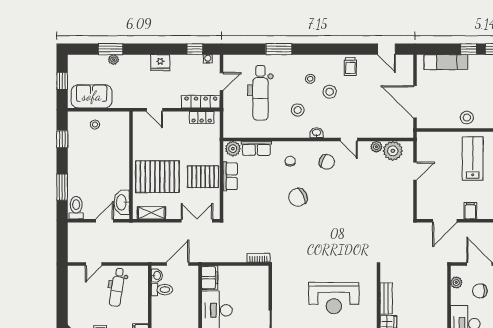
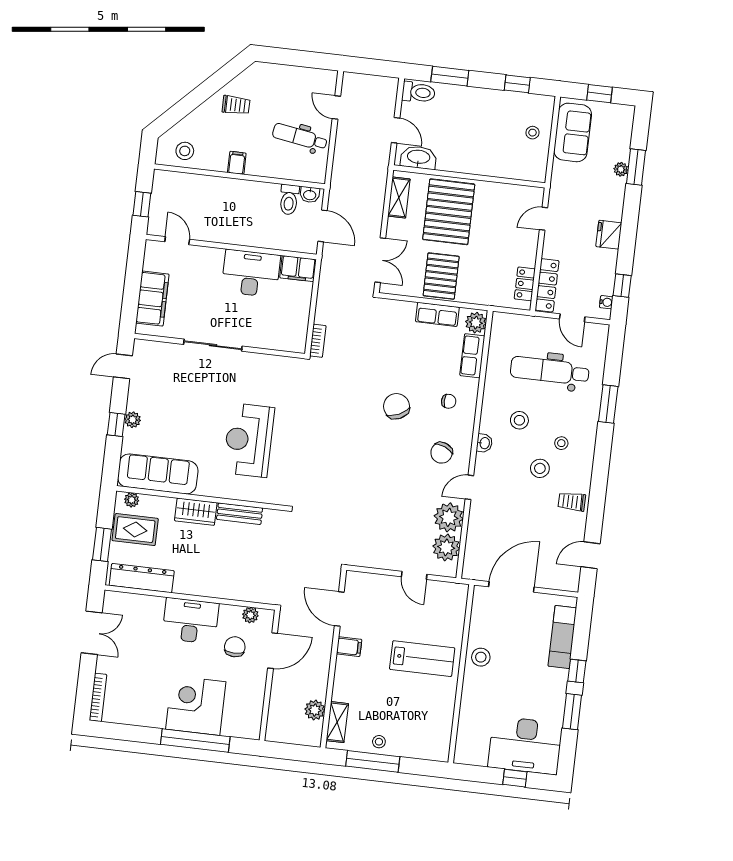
plant: (376, 147) -> (449, 517), width x1.88, depth x1.88

